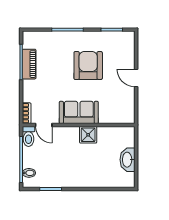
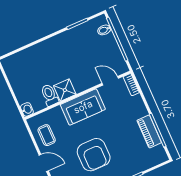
coffee table: (122, 102) -> (47, 135), added
toilet: (29, 136) -> (50, 95), moved
washbasin: (128, 160) -> (27, 109), moved, width x0.52, depth x0.69

